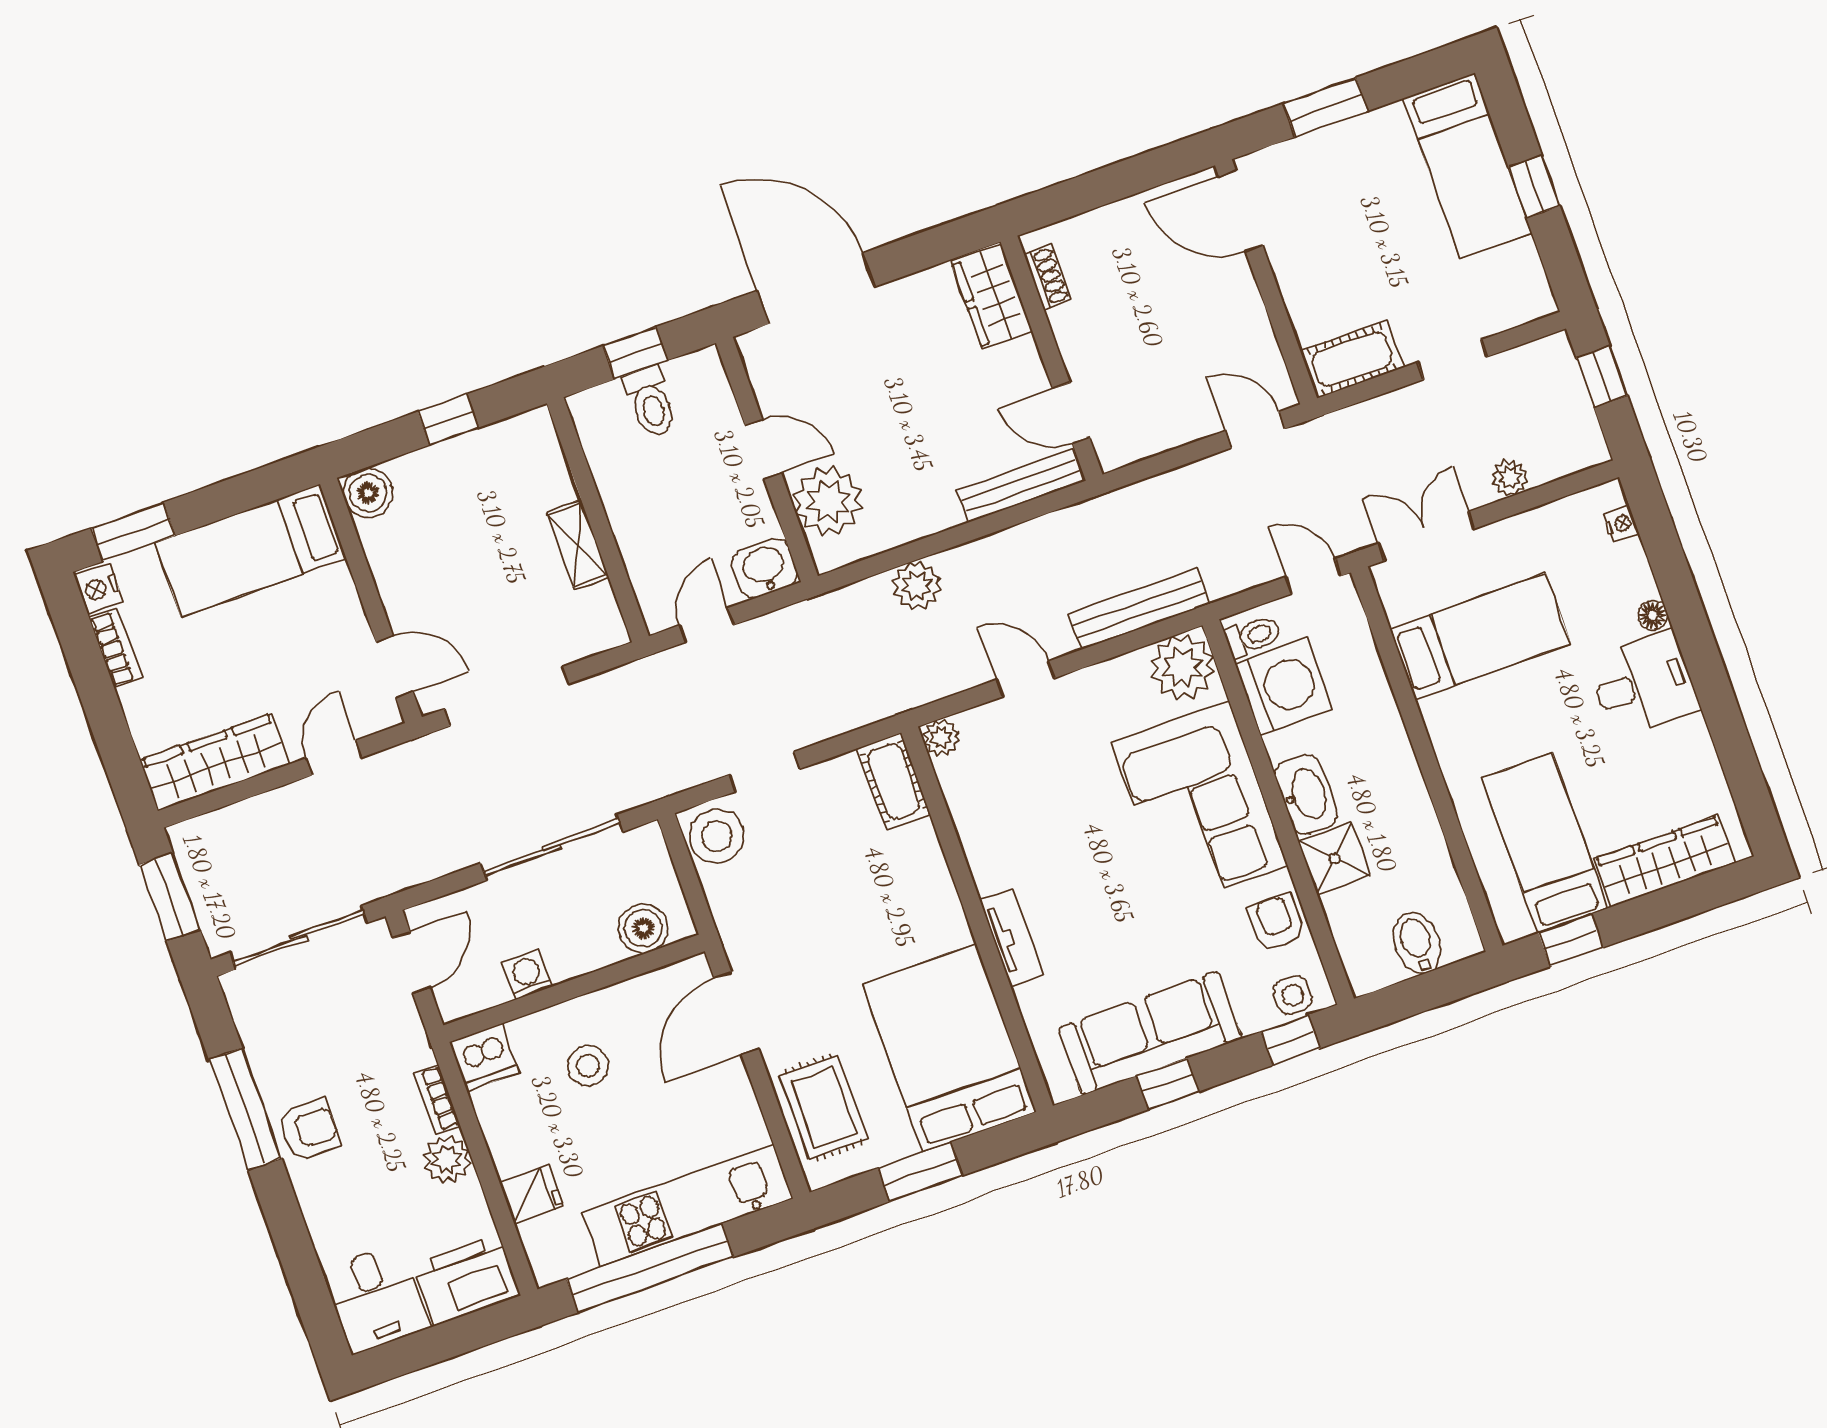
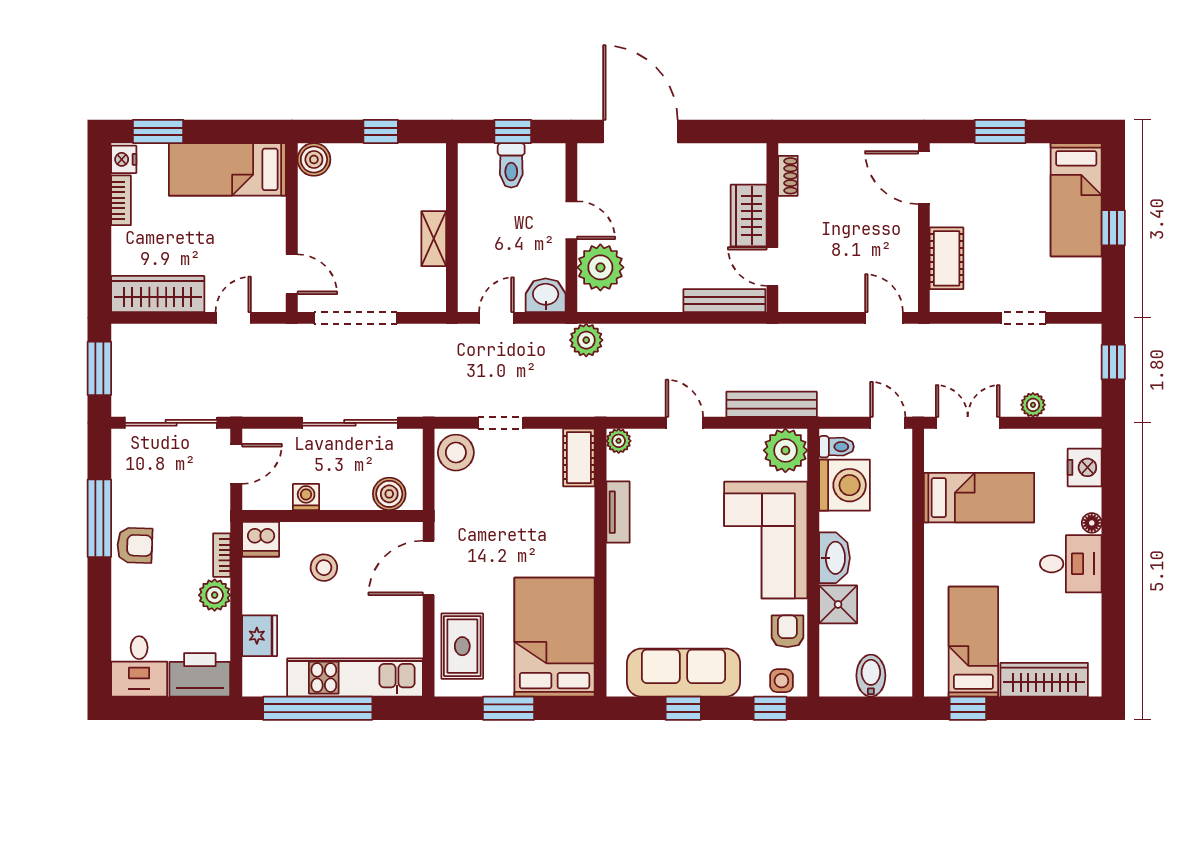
wardrobe: (992, 297) -> (749, 215), moved
cot: (1352, 359) -> (947, 258), moved, turned 90
nightstand: (1621, 524) -> (1085, 467), width x1.89, depth x1.79
plant: (917, 586) -> (586, 340), moved
tv unit: (1011, 937) -> (618, 512), moved
fridge: (531, 1194) -> (260, 636), width x1.38

